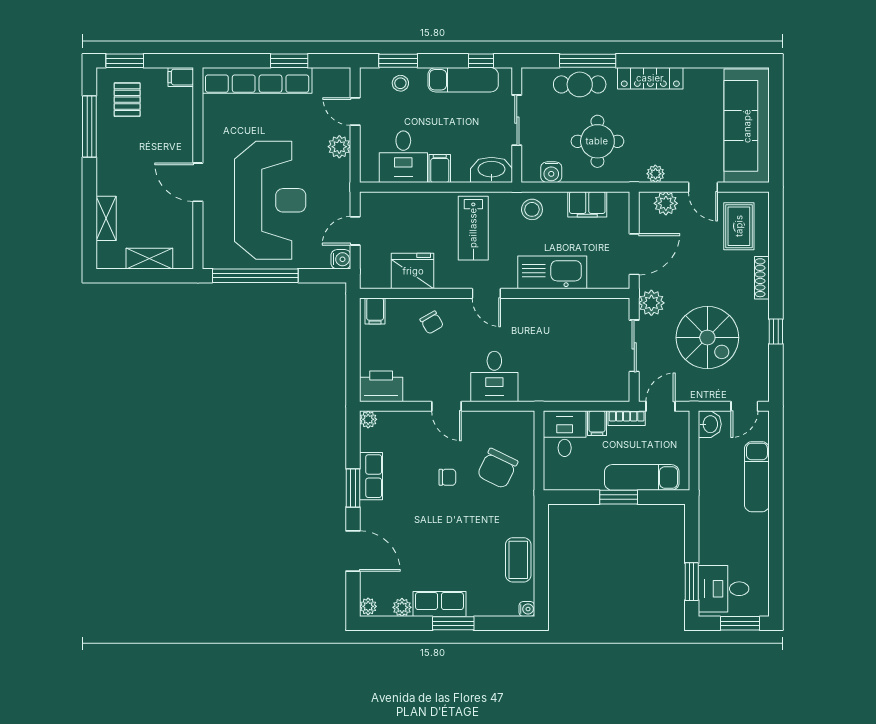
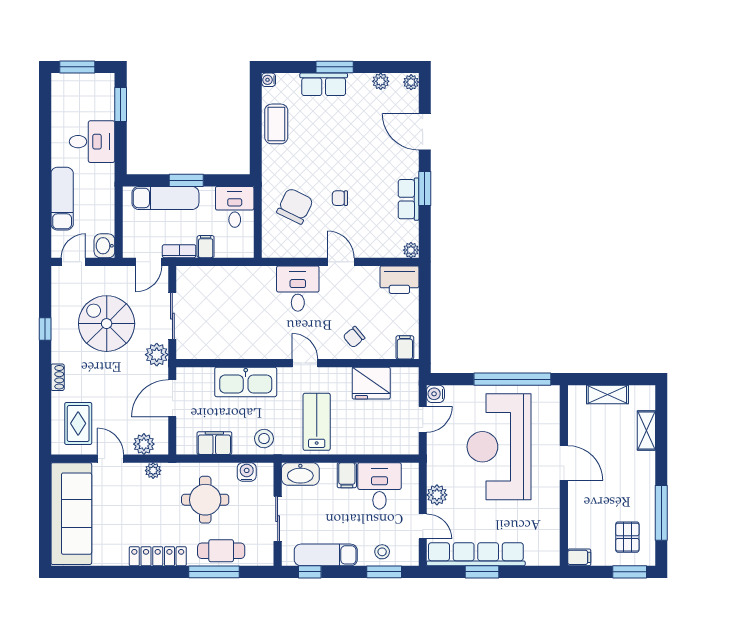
row of seats: (257, 80) -> (476, 554), moved
shoe rack: (762, 278) -> (58, 377), width x0.70
chair: (432, 323) -> (354, 337), turned -100
desk: (565, 434) -> (235, 207), moved, turned 180
desk: (724, 589) -> (92, 142), moved
row of seats: (439, 604) -> (324, 84), moved

